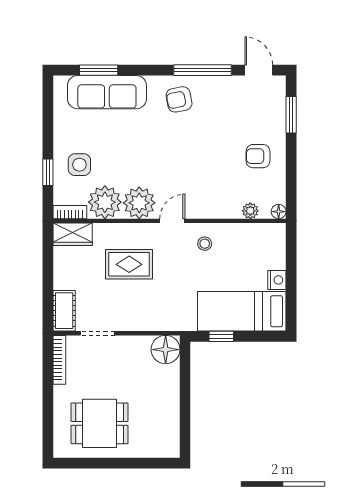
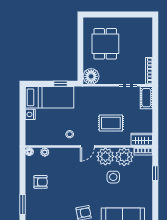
side table: (79, 165) -> (113, 177), moved
dining table: (100, 423) -> (105, 44), moved, turned 90

